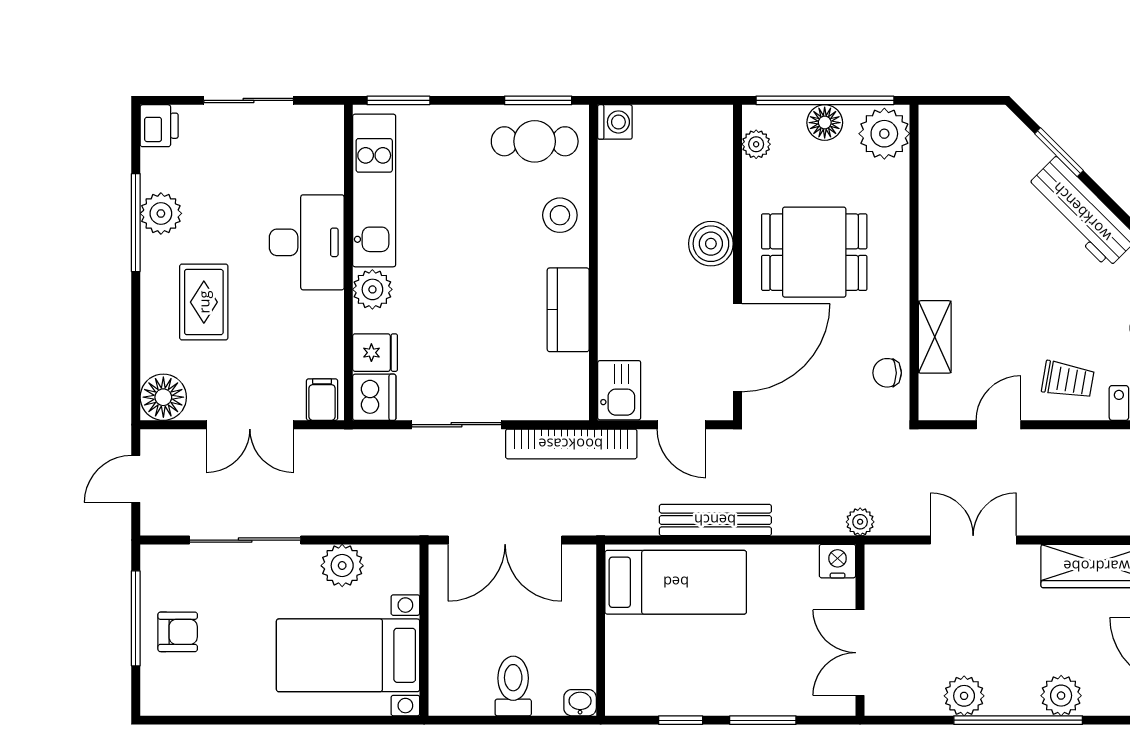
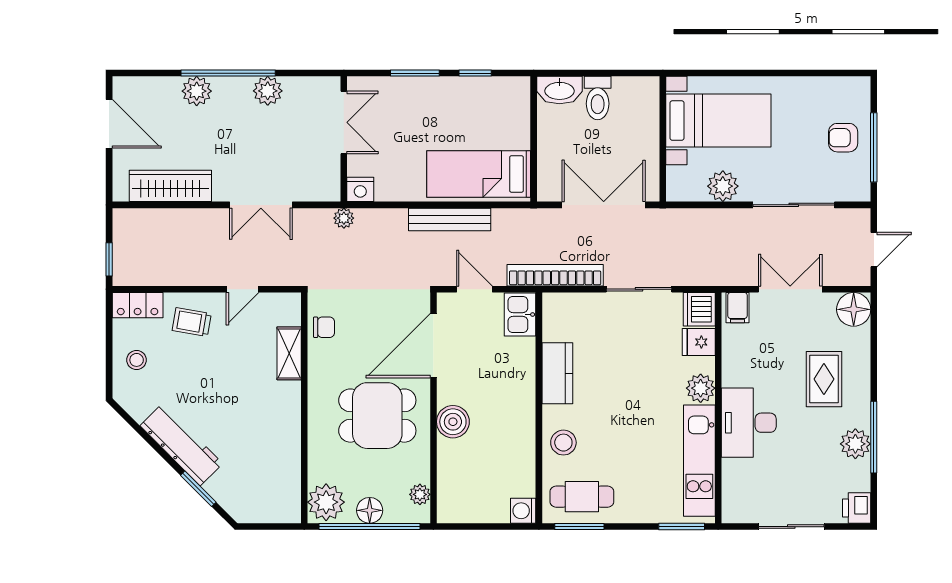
washbasin: (580, 703) -> (560, 90), width x1.91, depth x1.45

